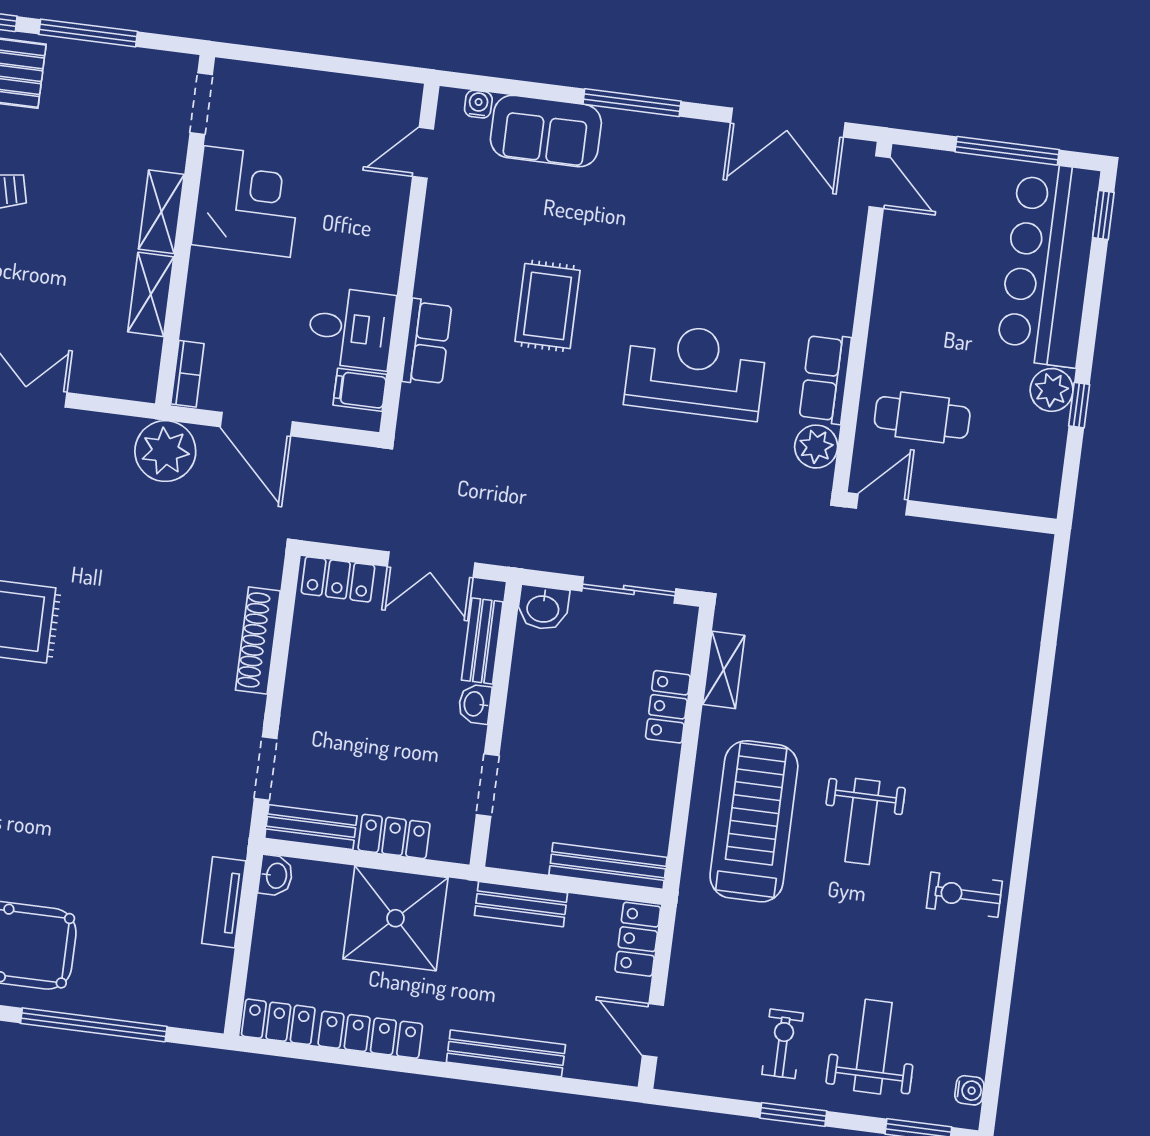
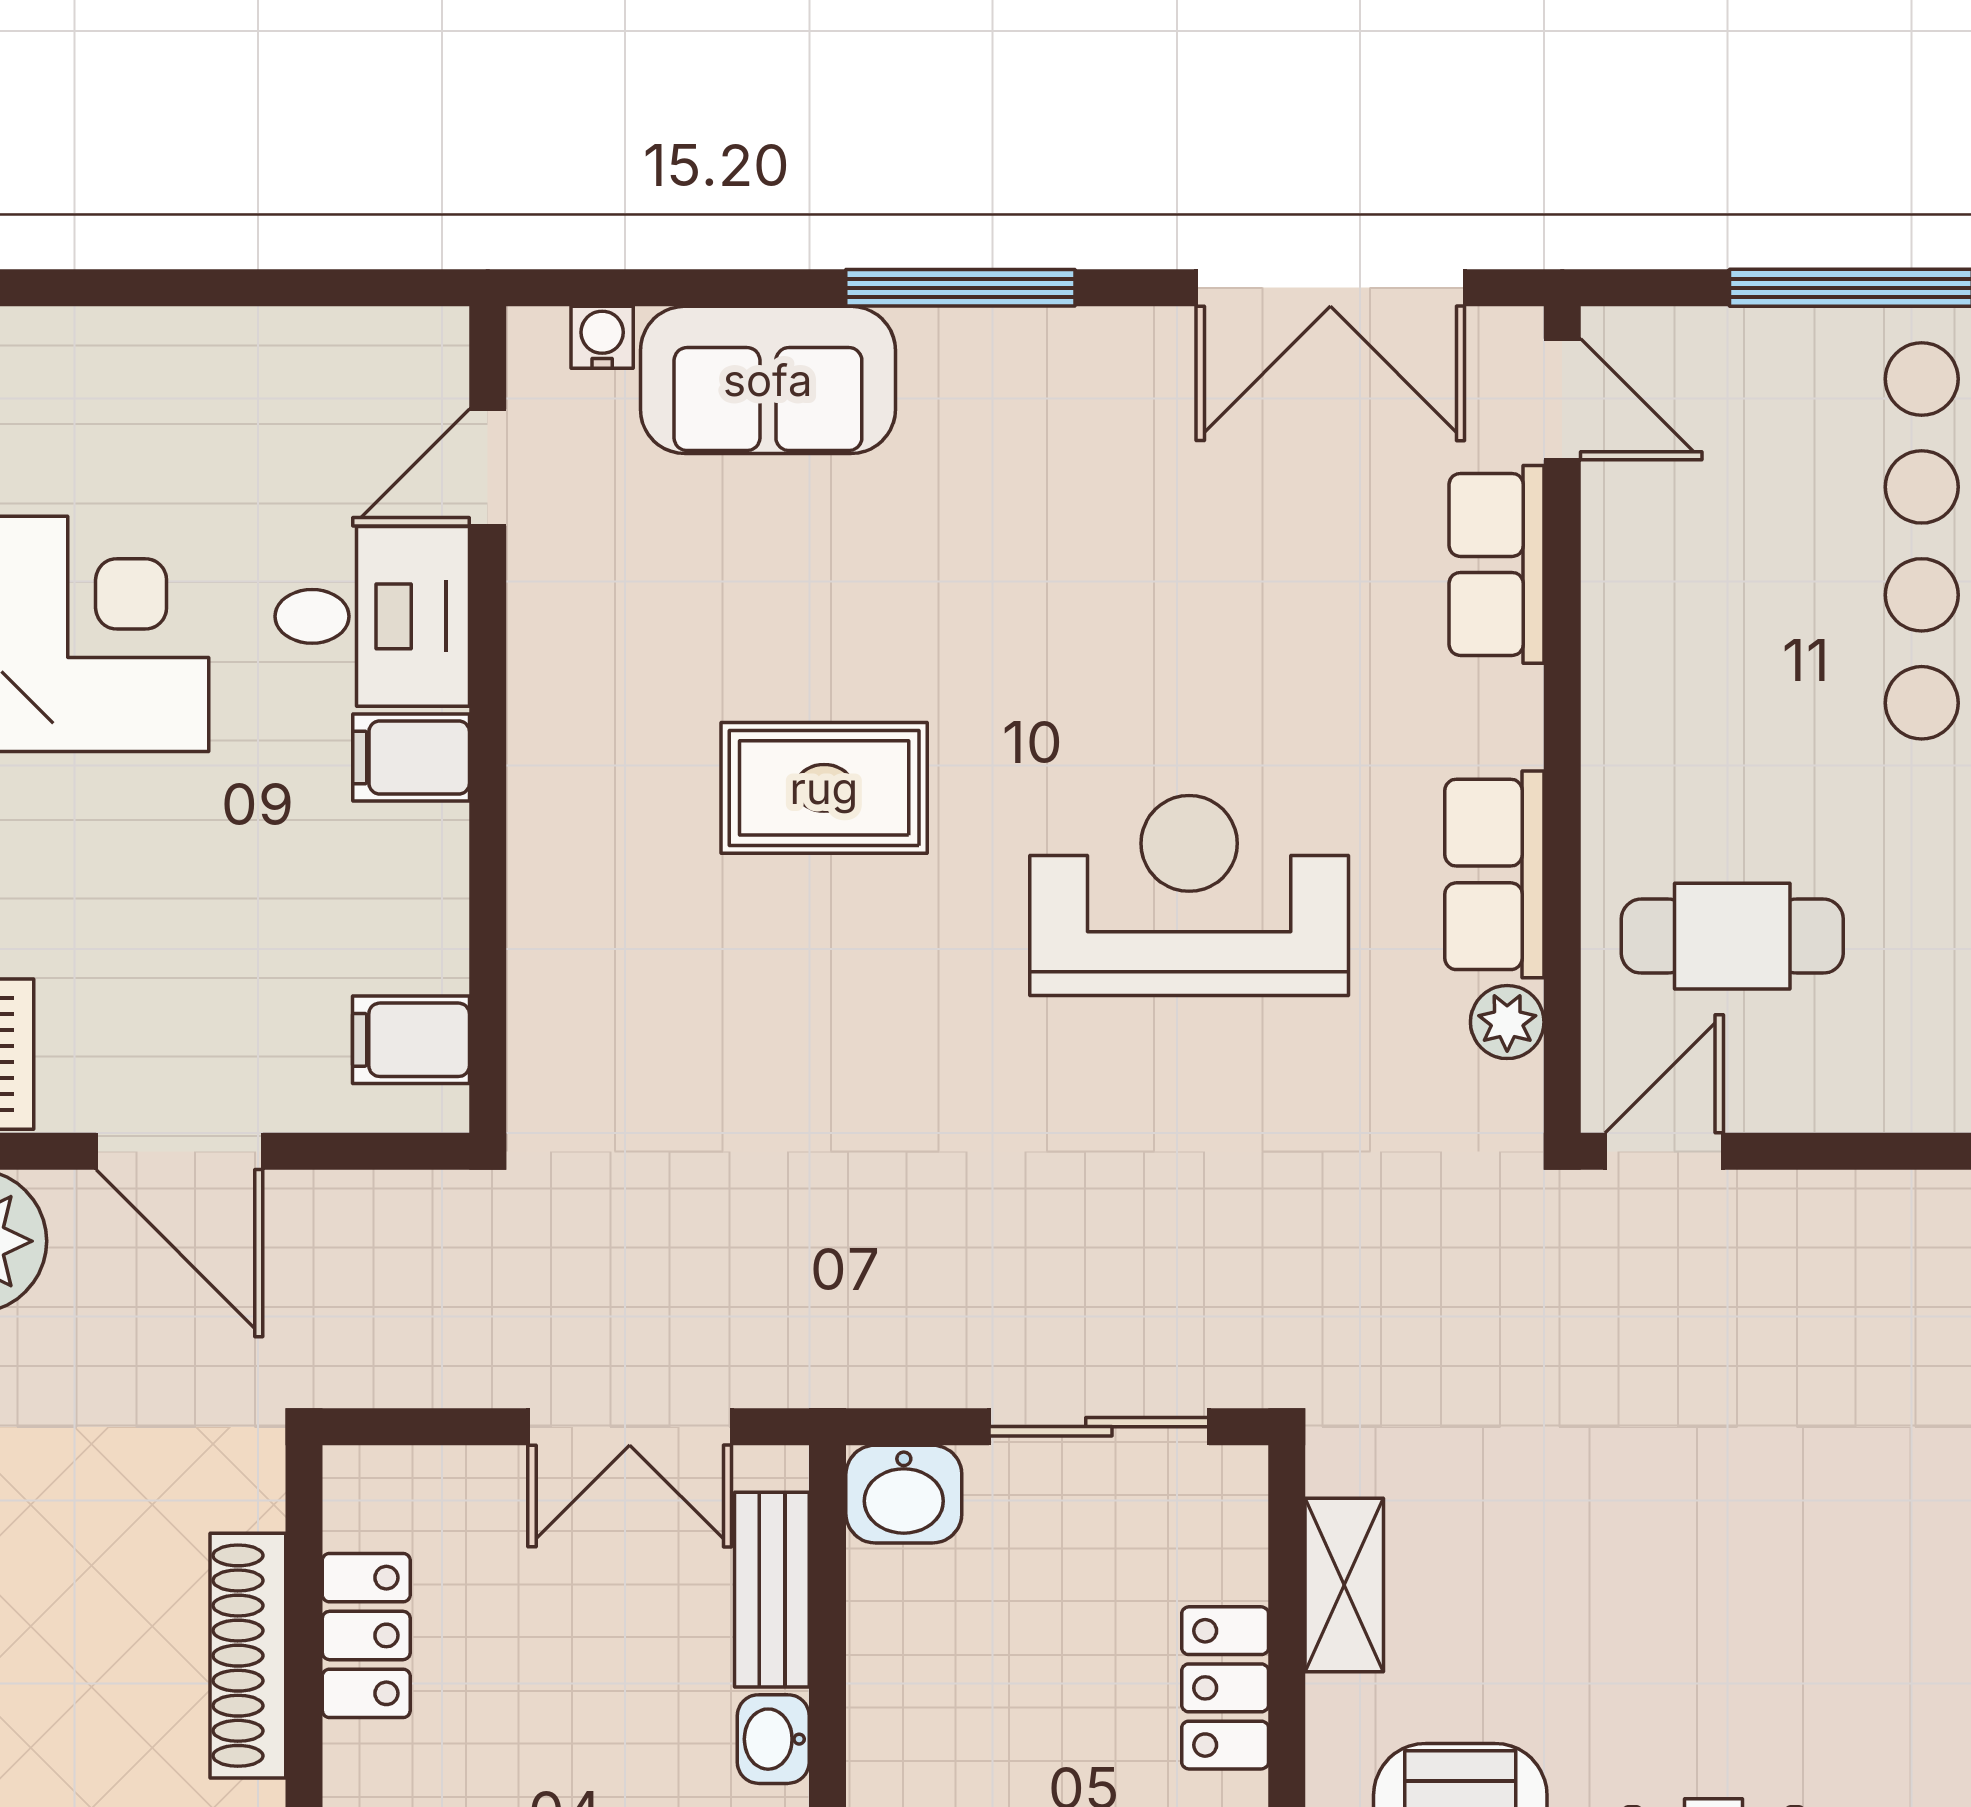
filing cabinet: (375, 271) -> (411, 757), added
rug: (548, 306) -> (824, 788), turned 90
desk: (351, 328) -> (372, 616), moved
row of seats: (427, 342) -> (1497, 564), moved, turned 180
plant: (816, 447) -> (1507, 1022), width x0.73, depth x0.73
locker: (338, 579) -> (366, 1635), moved, turned -90

